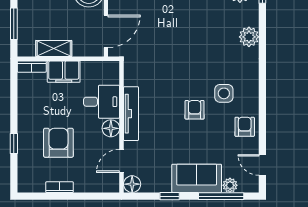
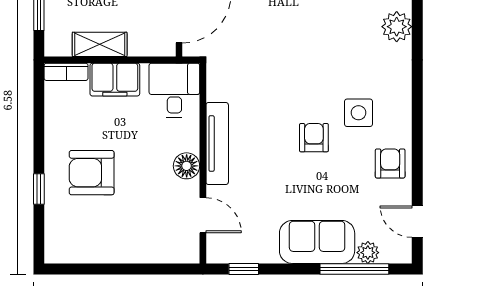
desk: (102, 102) -> (174, 90), moved, turned -90
armchair: (58, 143) -> (92, 173), moved, turned -90
door: (122, 161) -> (203, 215), swing flipped
floor lamp: (132, 184) -> (219, 251), removed
bookcase: (59, 187) -> (108, 255), removed
window: (170, 196) -> (244, 269), moved

